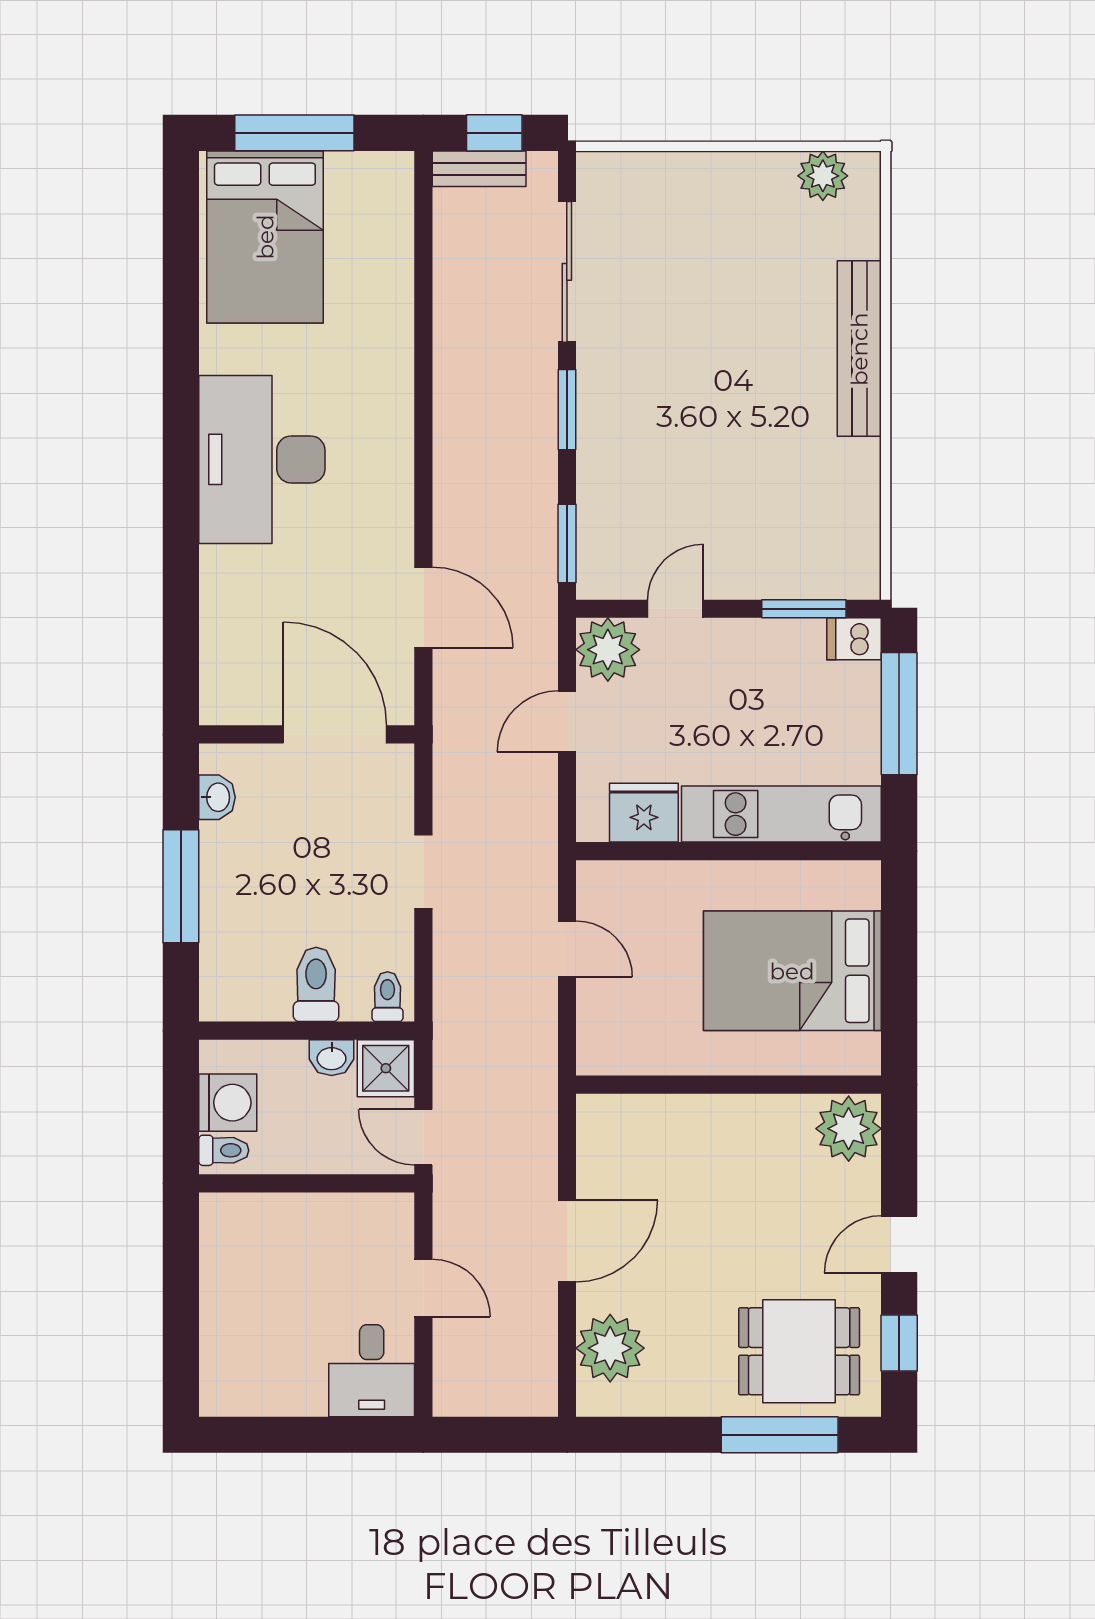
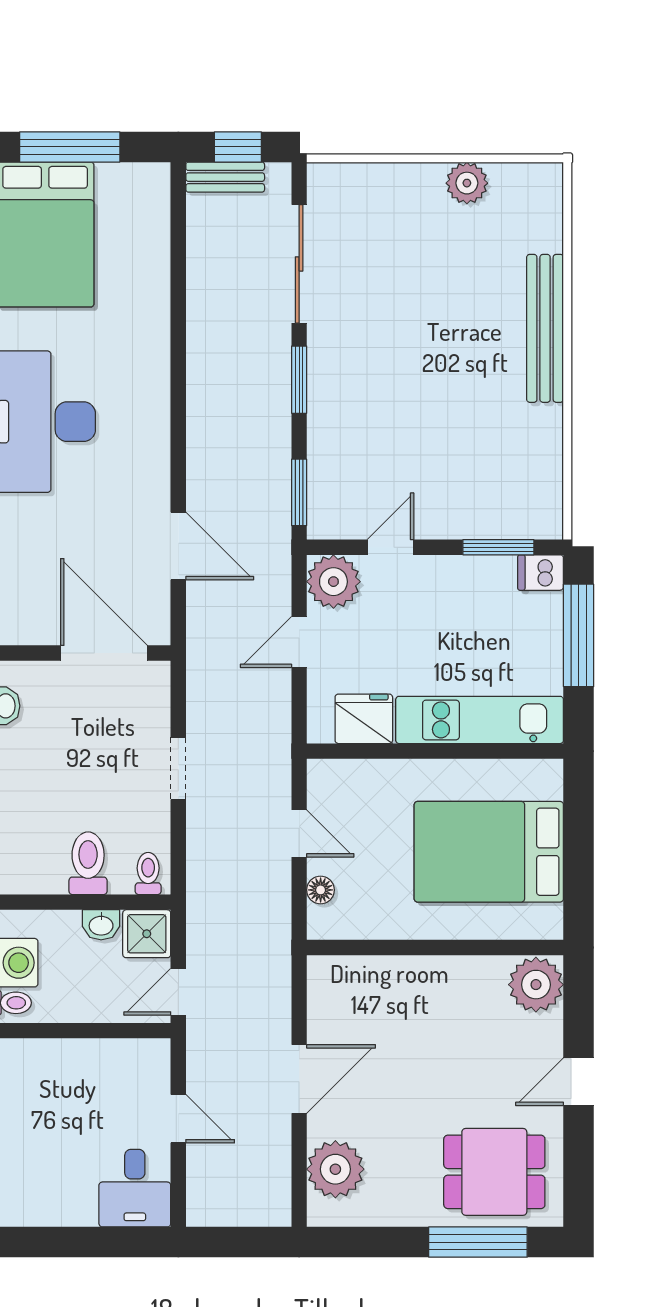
plant: (823, 176) -> (467, 183), moved
floor lamp: (592, 1016) -> (321, 890), added
door: (423, 1137) -> (178, 992), hinge flipped
window: (899, 1343) -> (579, 1165), removed

